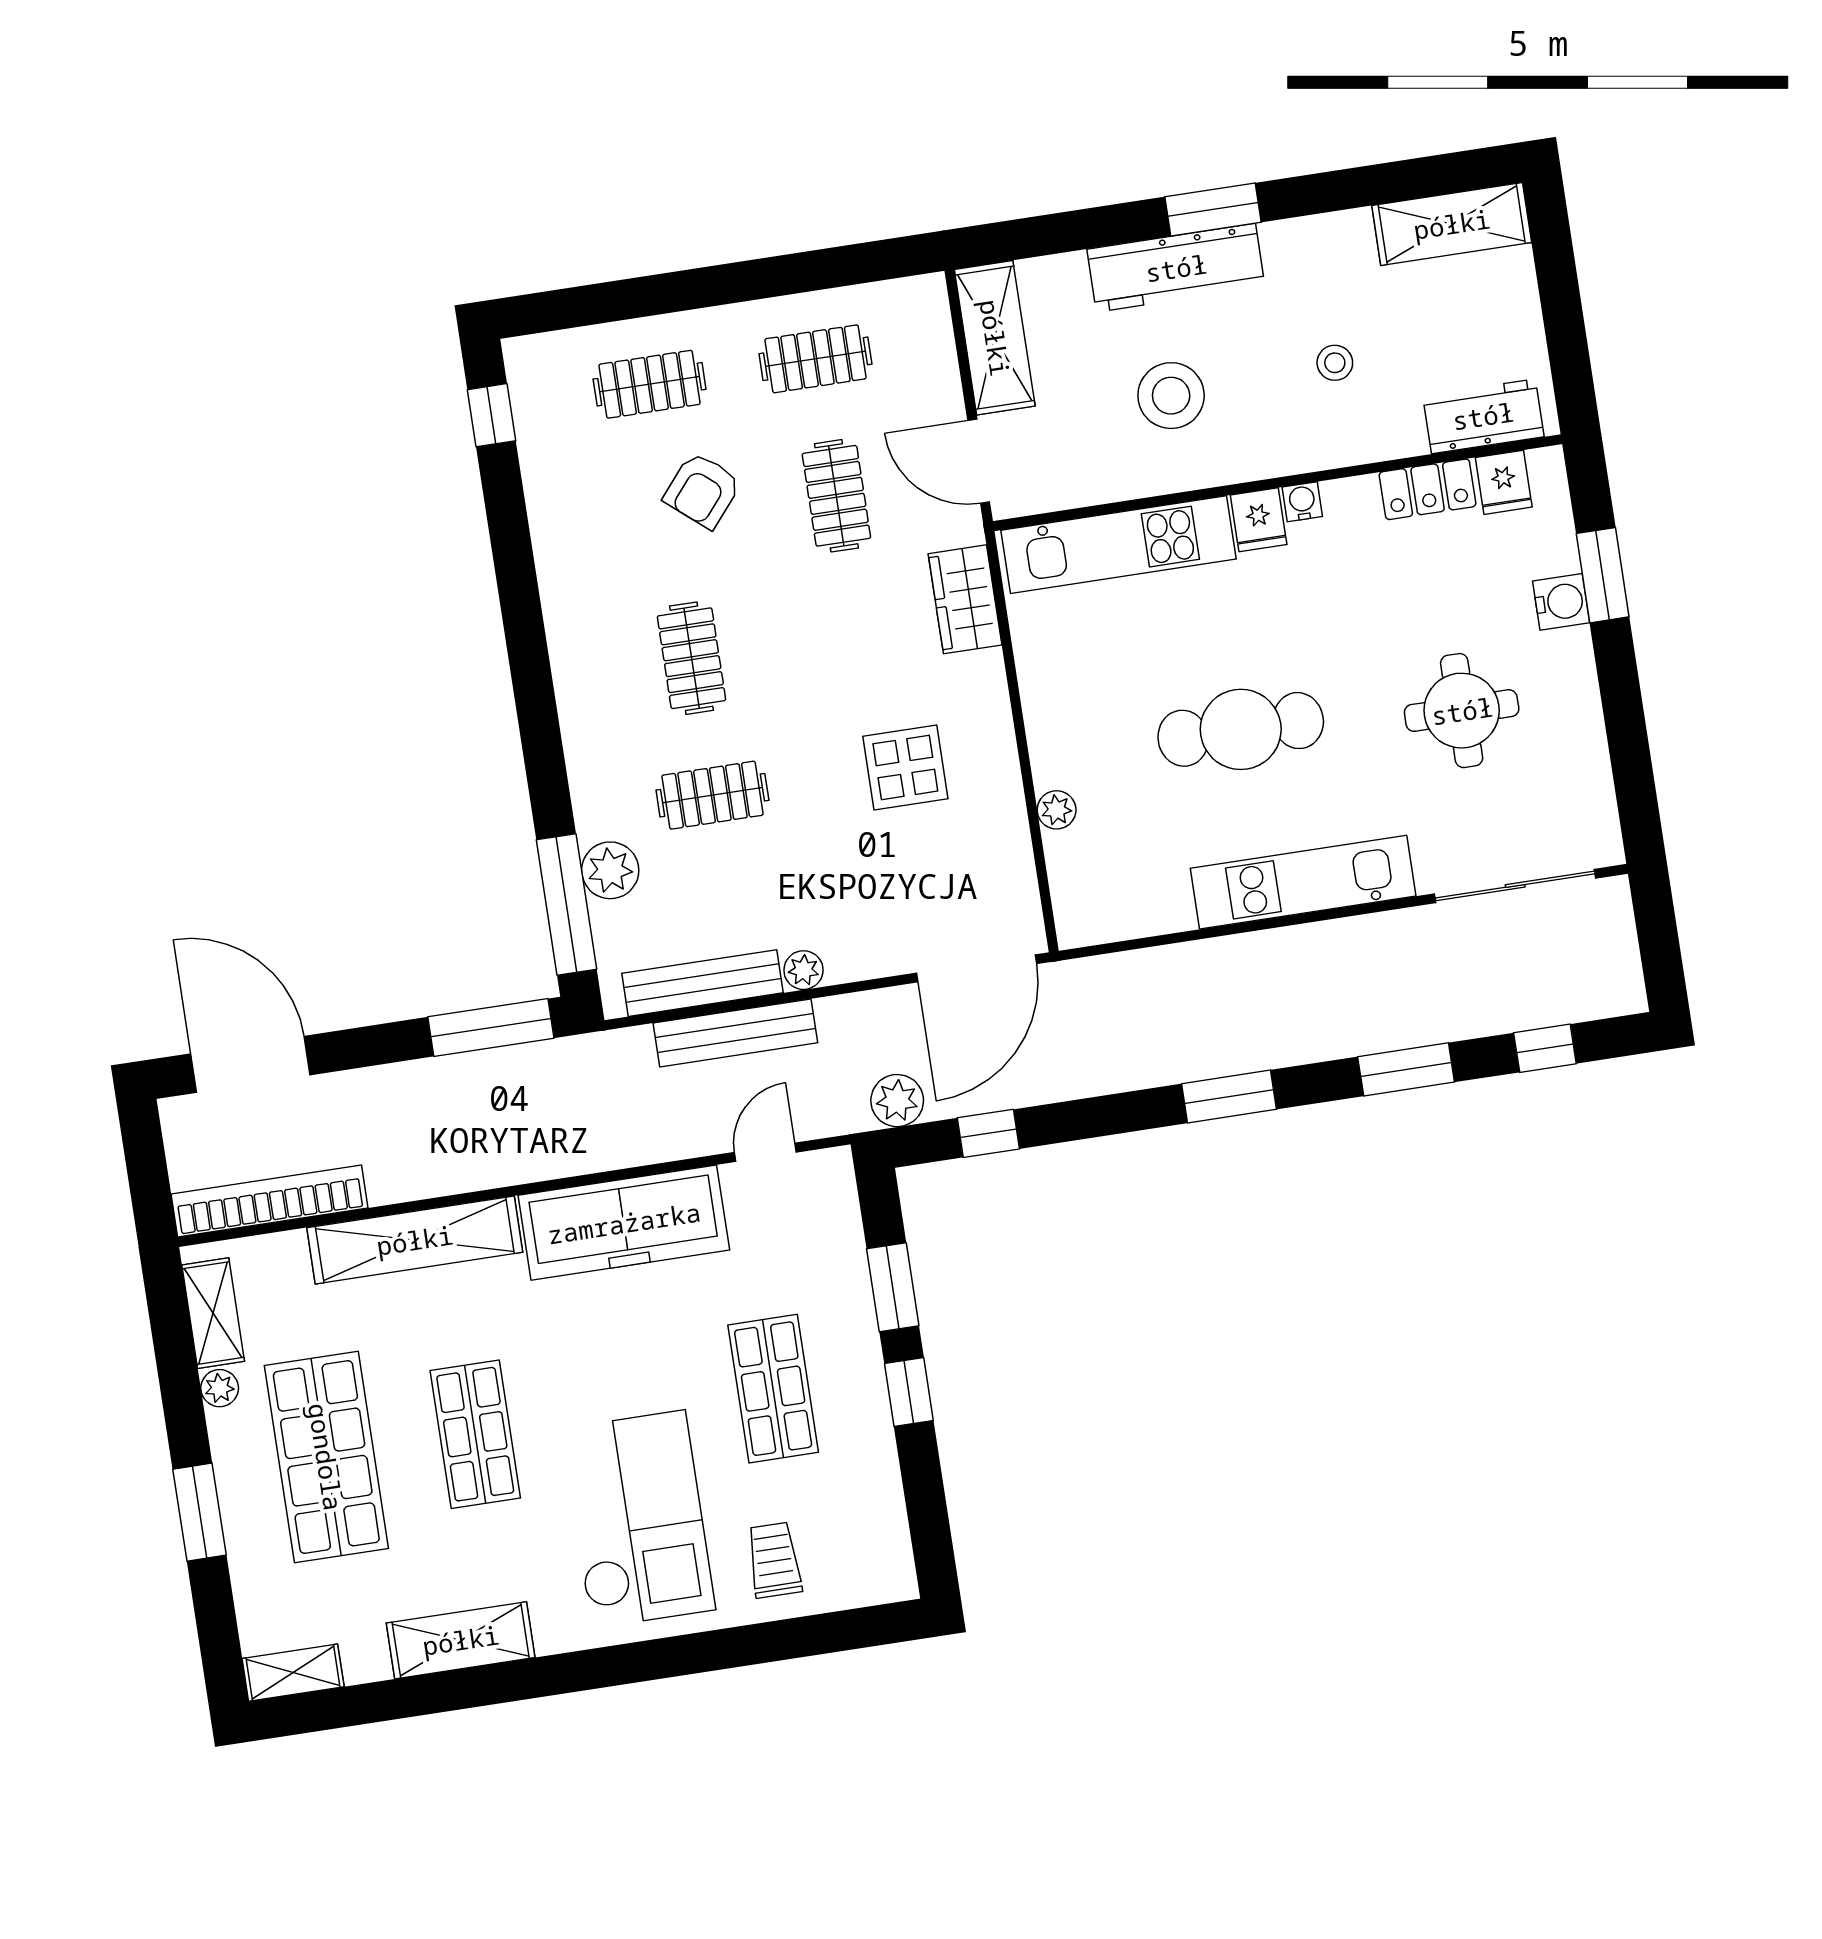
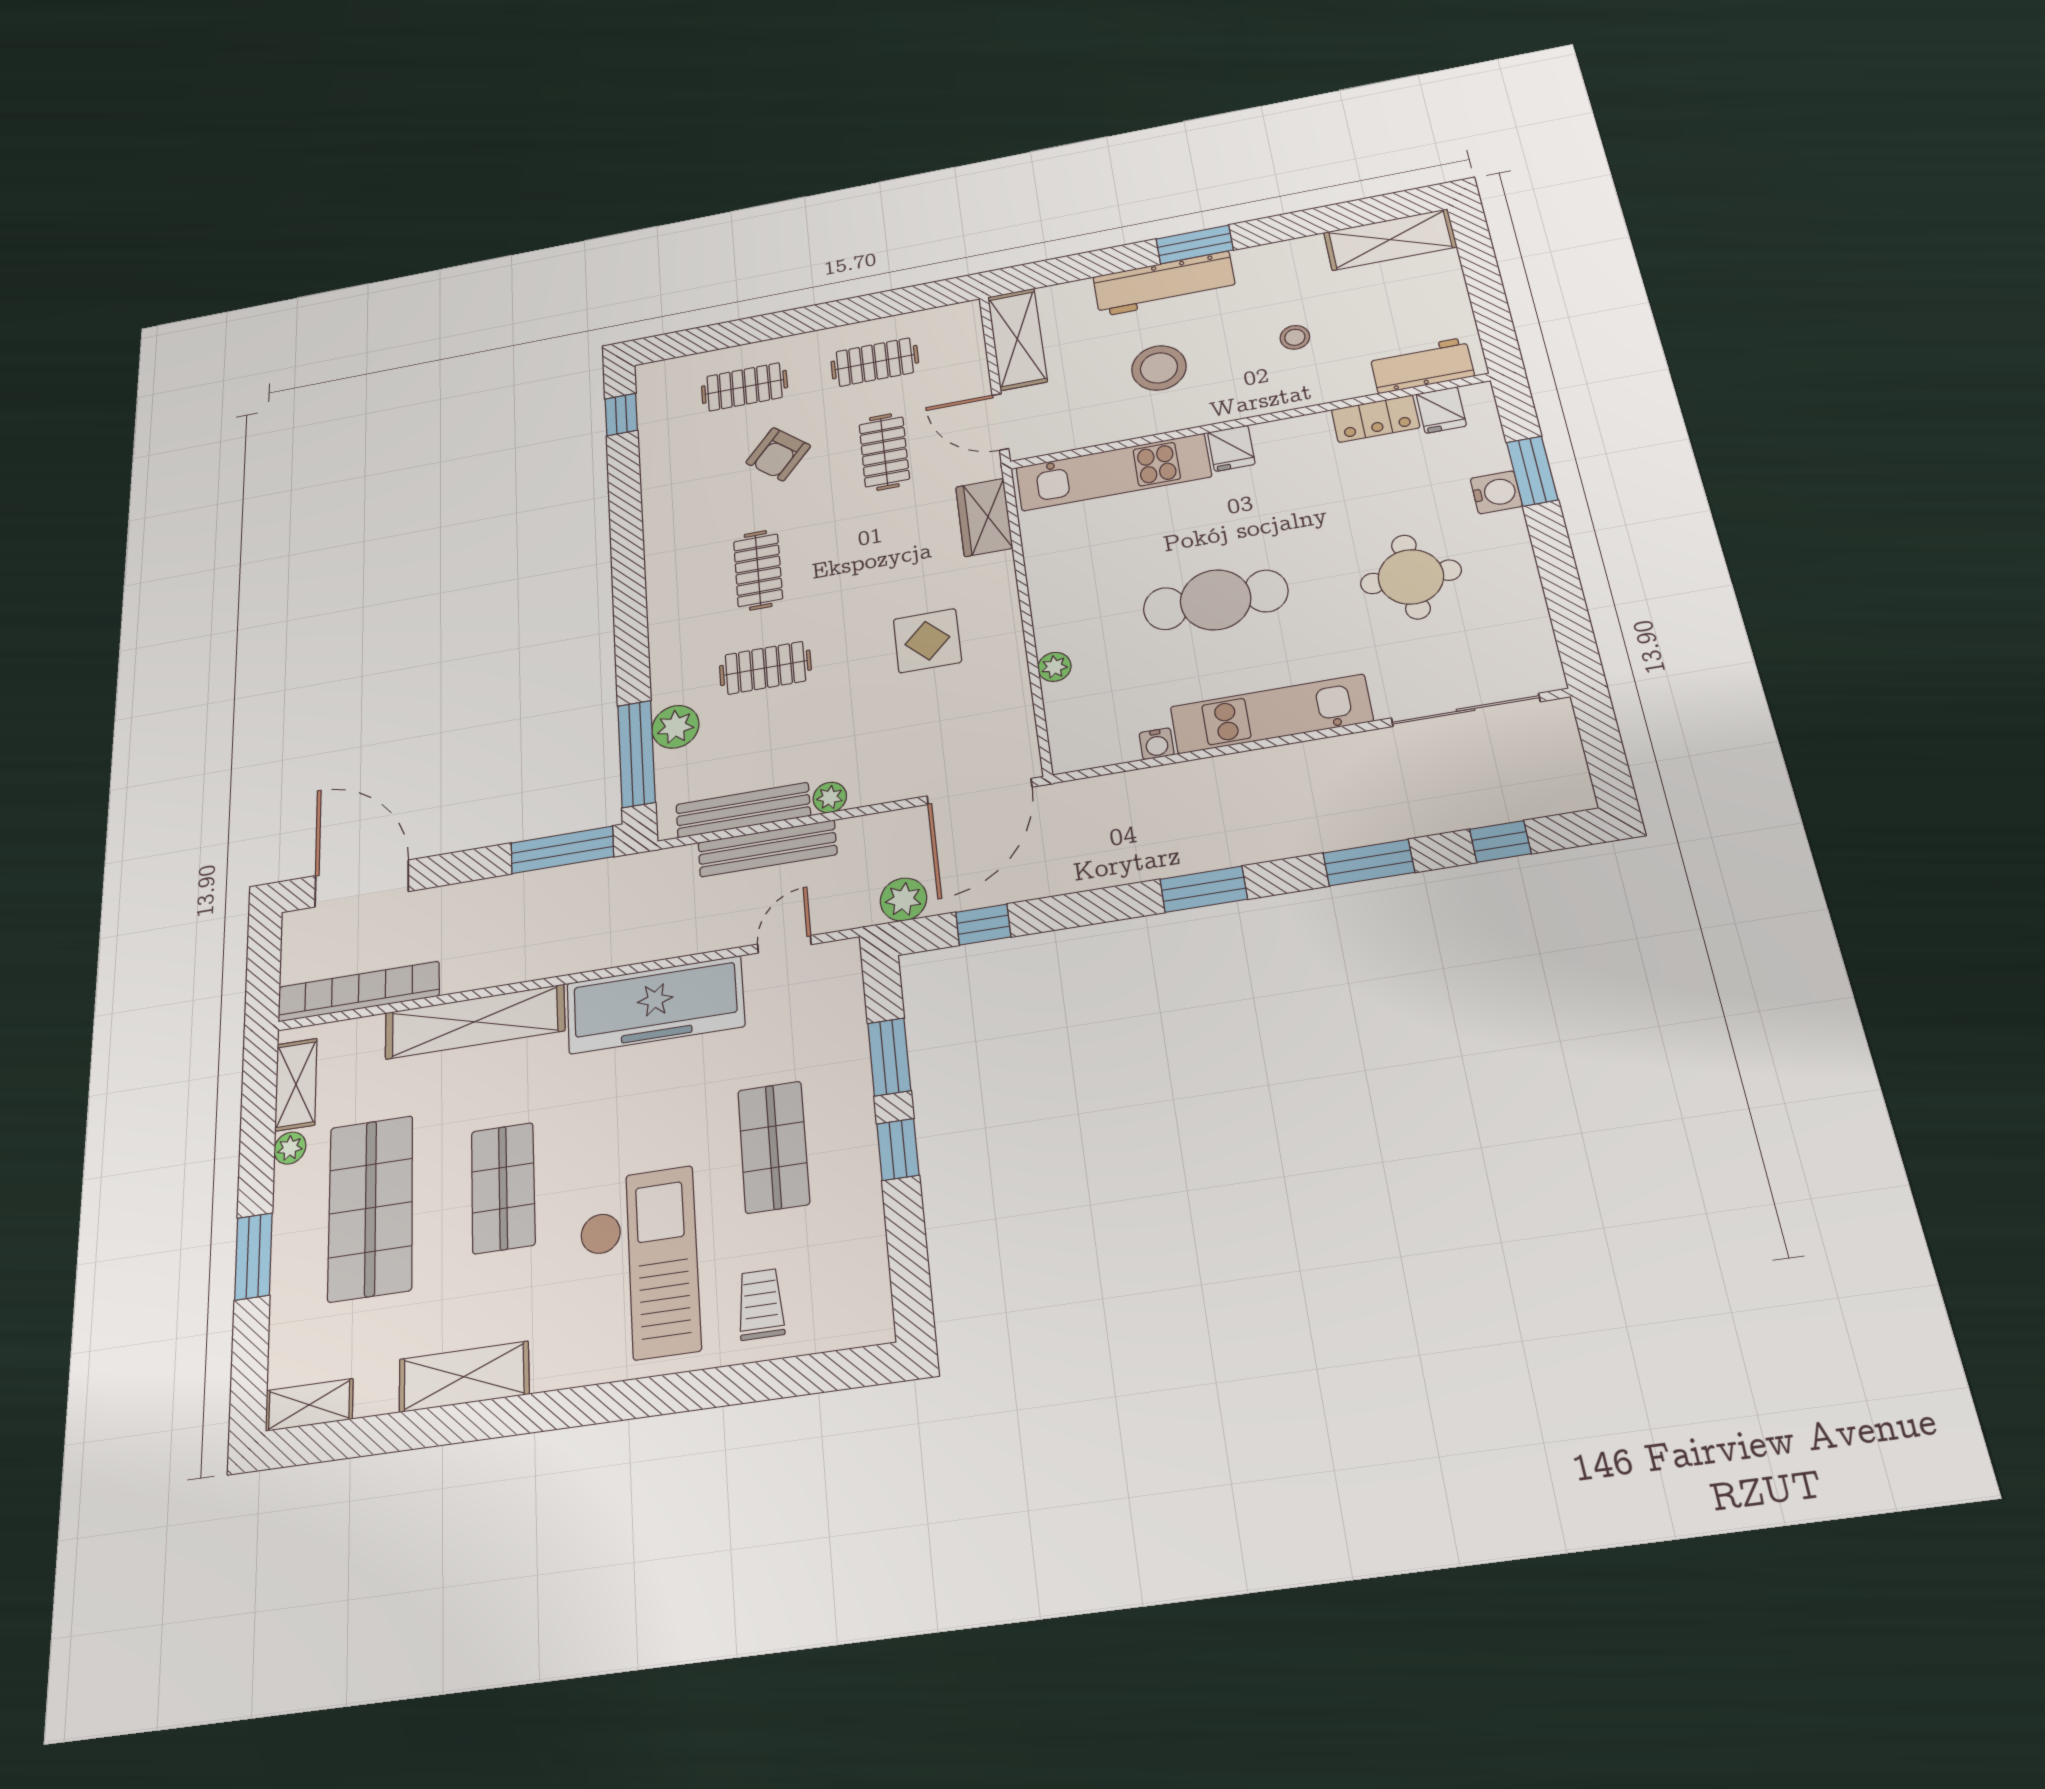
water cooler: (1302, 502) -> (1157, 744), moved, turned 180

